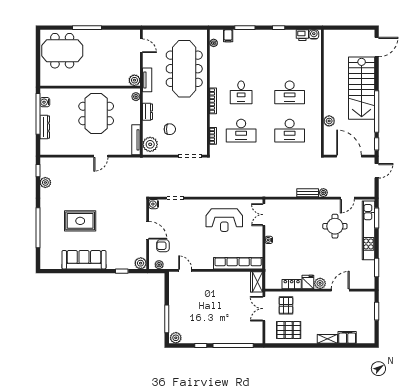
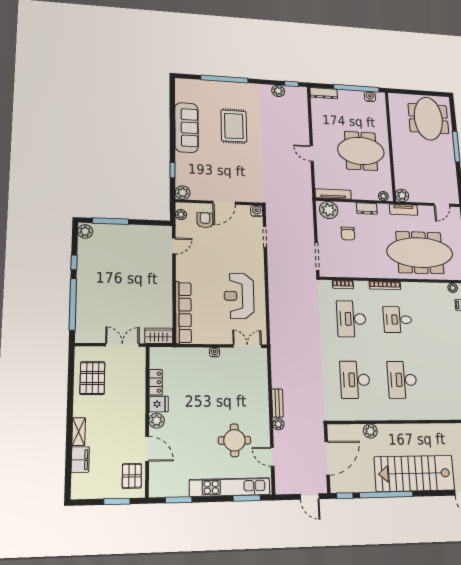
dresser: (45, 127) -> (324, 93), moved
pallet: (286, 305) -> (132, 476), moved, turned 90

